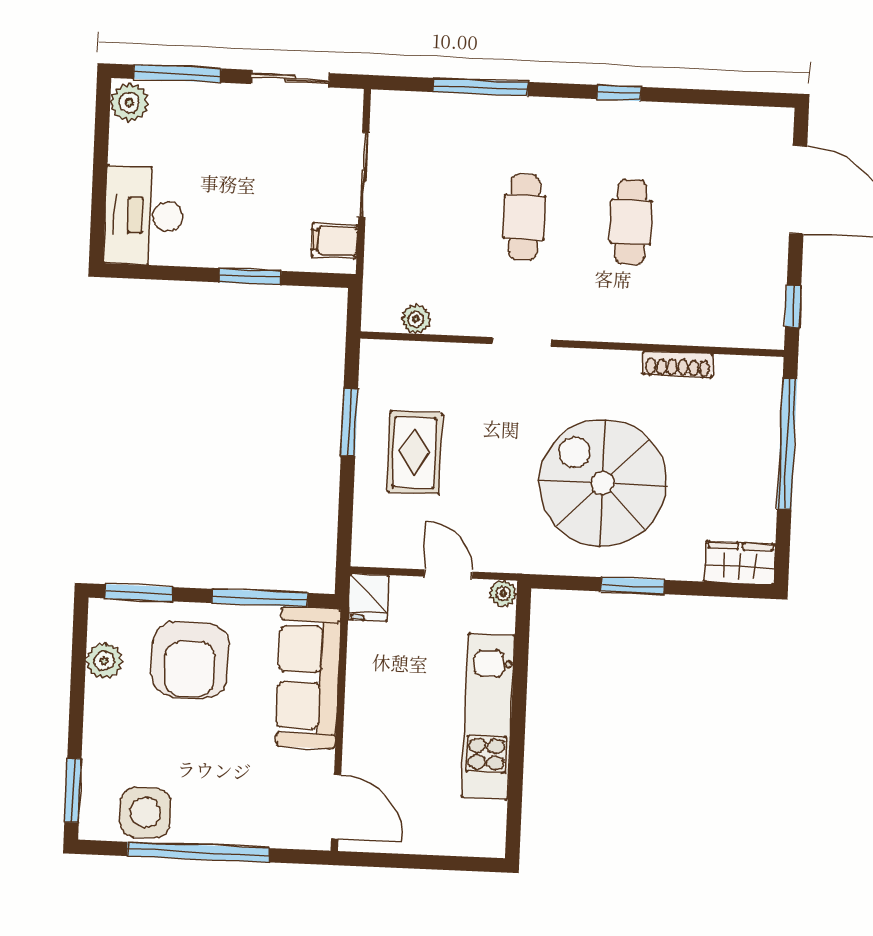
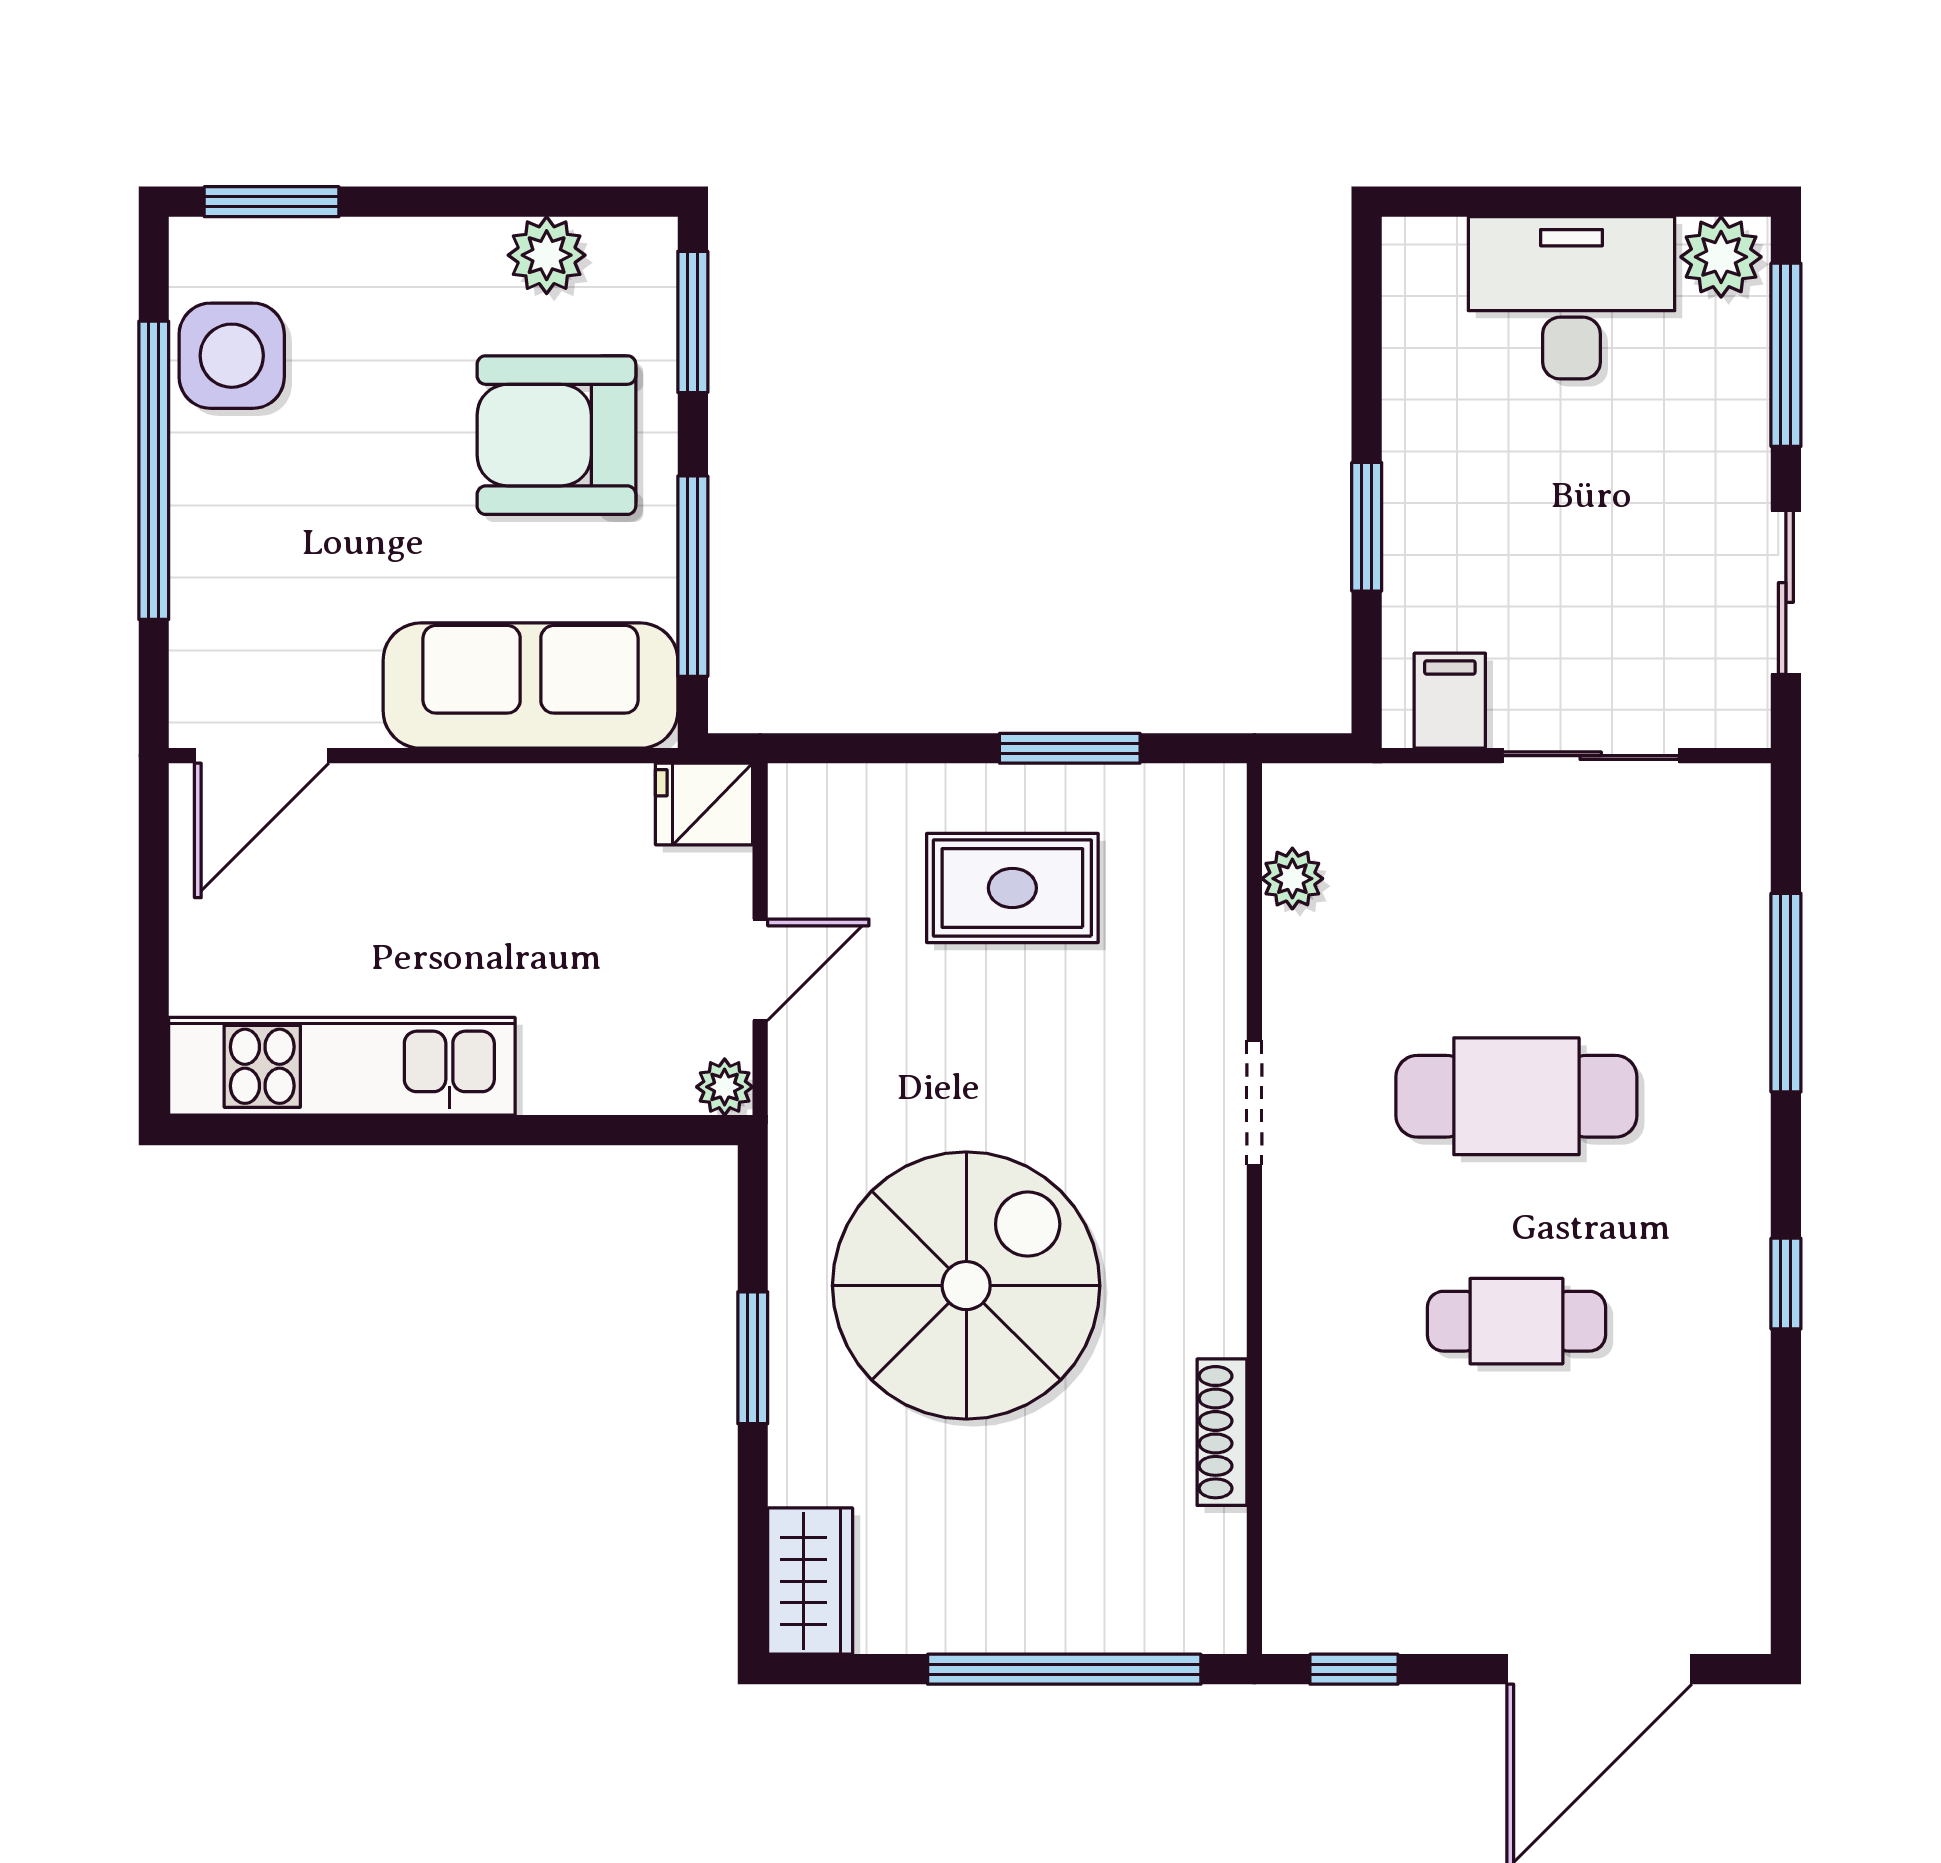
desk: (144, 216) -> (1572, 298), moved
cafe table: (524, 217) -> (1516, 1096), width x1.37, depth x1.35
kitchen unit: (488, 716) -> (342, 1066), moved

